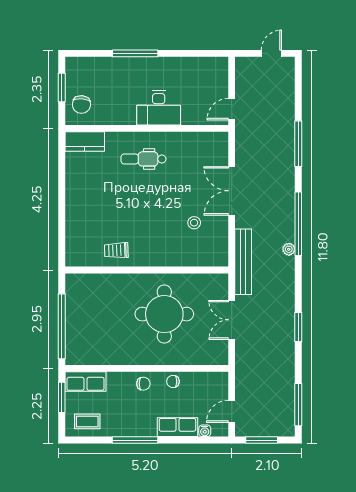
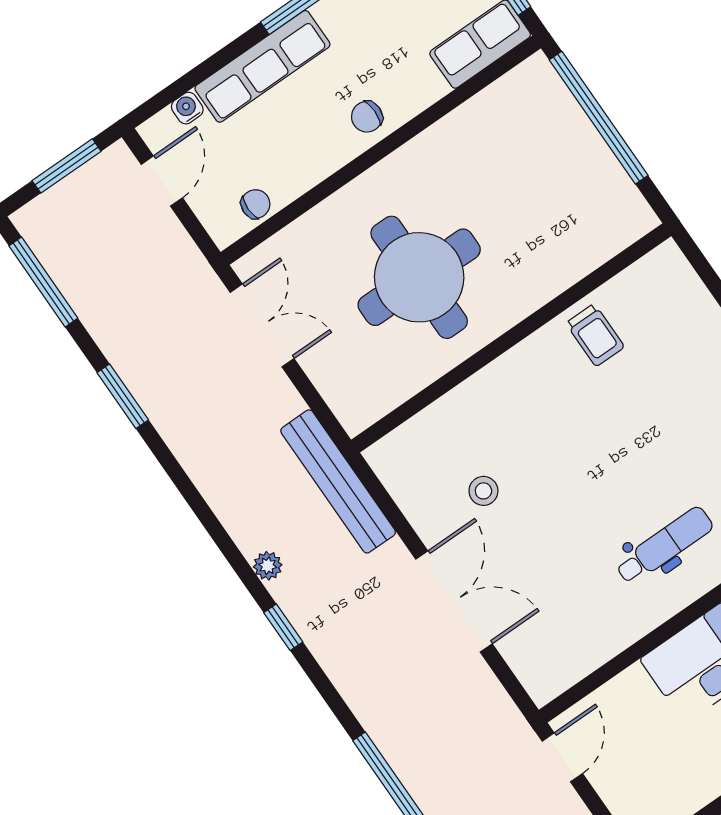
window: (298, 224) -> (283, 627), width x0.32
trolley: (116, 250) -> (595, 335), turned 92
double door: (232, 320) -> (262, 325), moved
window: (298, 327) -> (123, 396), moved
chair: (173, 381) -> (256, 204), moved
row of seats: (177, 427) -> (262, 66), width x1.48

